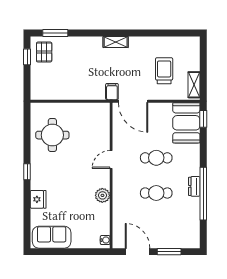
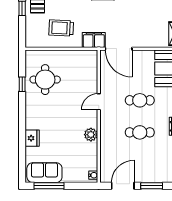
trolley: (164, 71) -> (61, 28), moved, turned -87
filing cabinet: (112, 92) -> (94, 40), width x2.00
window: (27, 172) -> (22, 84), moved
window: (57, 252) -> (49, 186), added
door: (138, 252) -> (123, 186), hinge flipped

